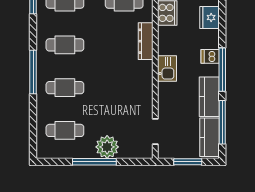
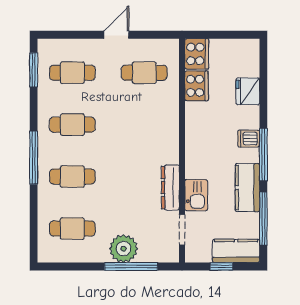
dresser: (146, 41) -> (170, 188), moved
kitchen sink: (167, 68) -> (196, 195), moved
kitchen counter: (209, 137) -> (236, 251), moved, turned 90
window: (94, 162) -> (131, 266), moved
window: (188, 162) -> (222, 266), width x0.67

